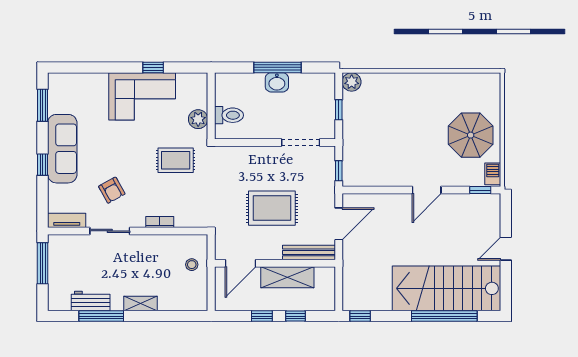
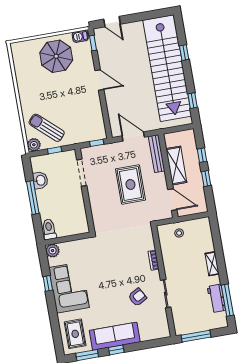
washbasin: (277, 82) -> (40, 180), moved
sun lounger: (372, 104) -> (47, 128), added
toilet: (229, 115) -> (49, 229), moved
plant: (198, 119) -> (53, 251), moved
rug: (176, 160) -> (75, 334), moved
window: (43, 165) -> (116, 350), moved
tv unit: (67, 220) -> (164, 325), removed
door: (506, 249) -> (112, 22), moved
stairs: (446, 288) -> (167, 68), width x1.36
window: (101, 316) -> (227, 300), moved
window: (360, 316) -> (193, 101), moved
window: (444, 316) -> (184, 53), width x0.32

